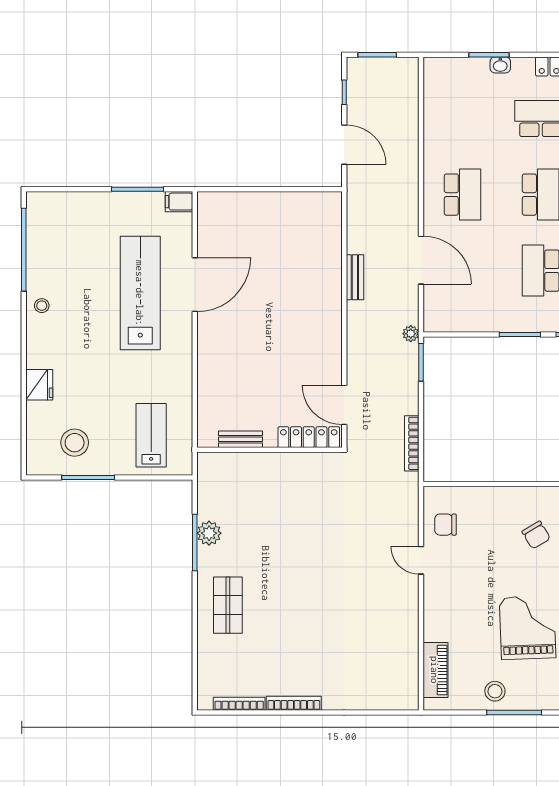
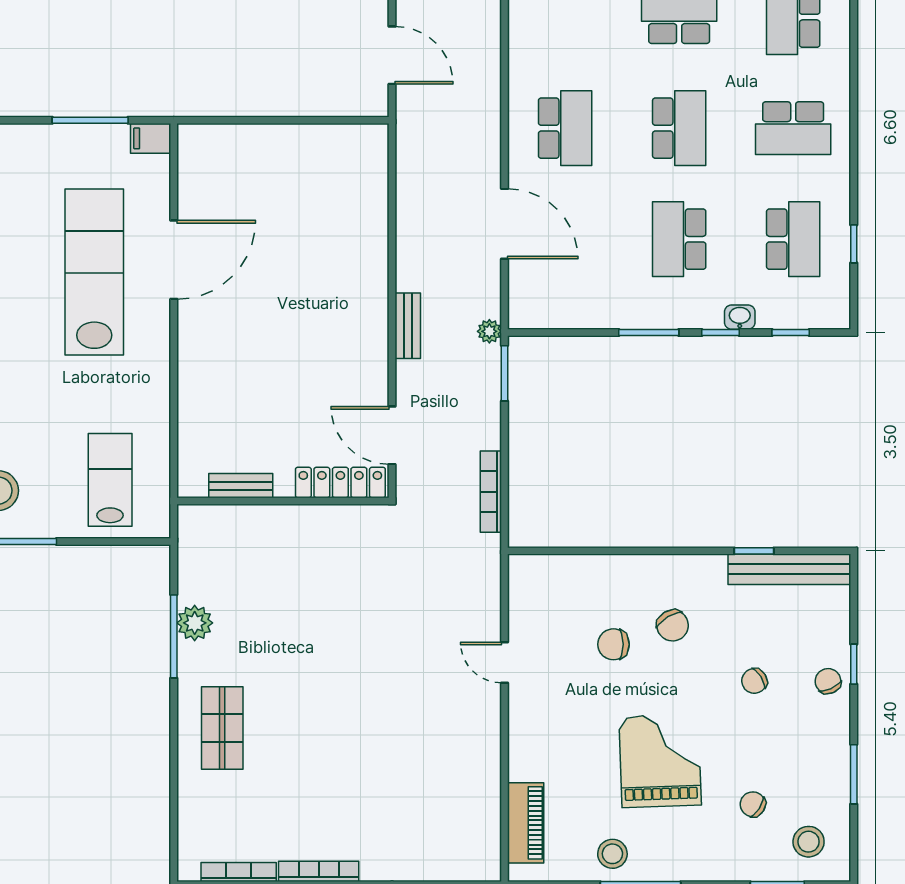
bench: (355, 277) -> (408, 326), moved
chair: (445, 525) -> (613, 644), moved

